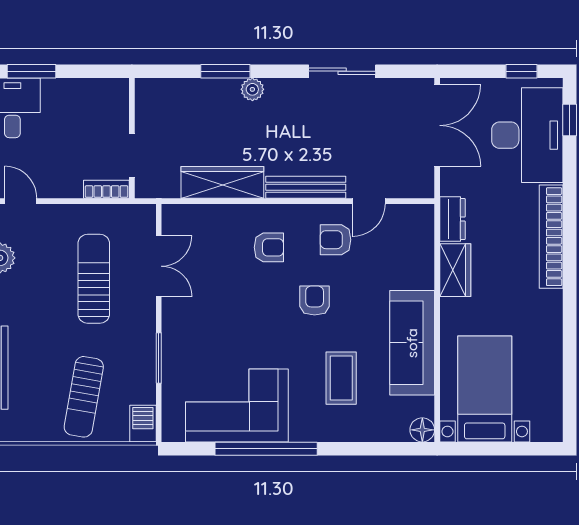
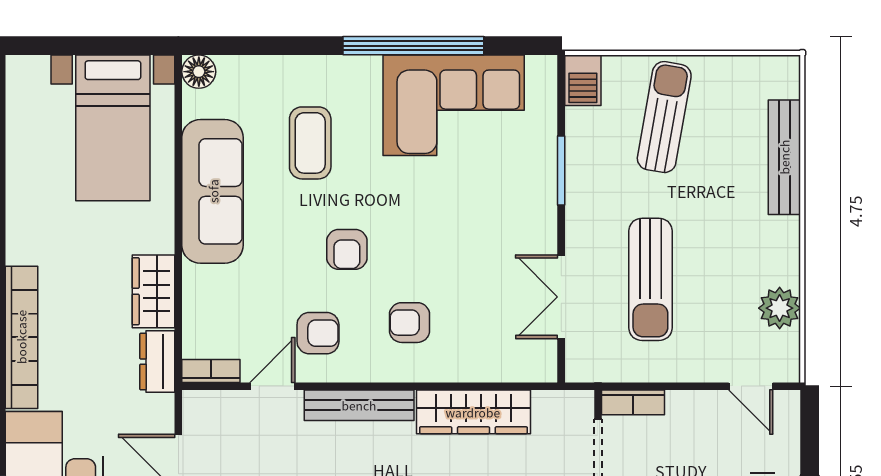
bookcase: (413, 212) -> (211, 371), added

